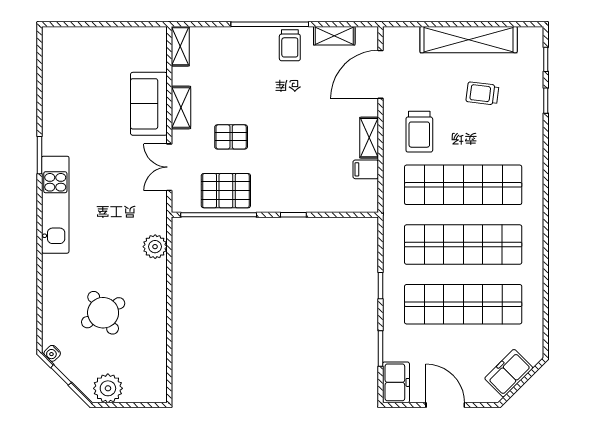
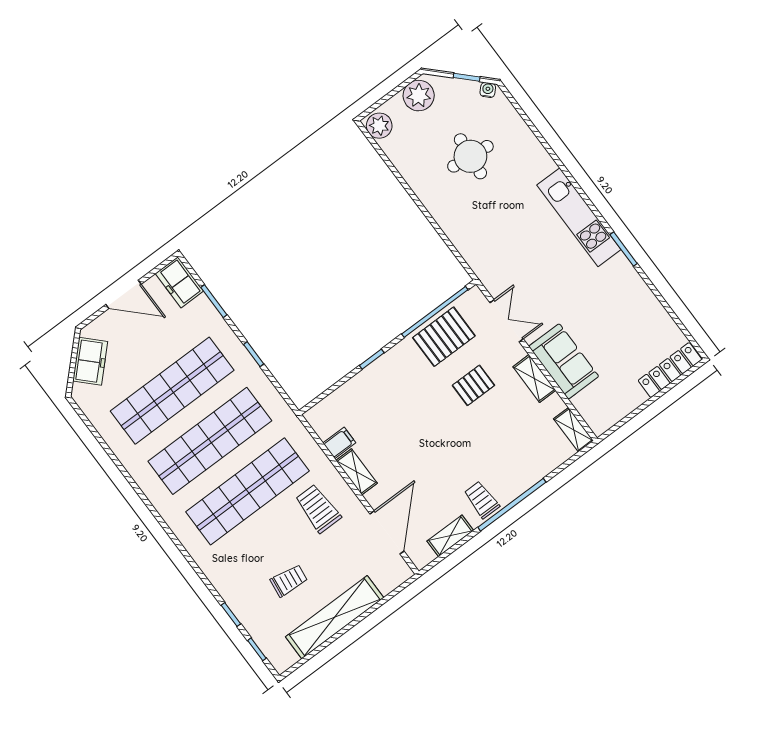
locker: (73, 37) -> (670, 370), added
plant: (155, 247) -> (379, 126), moved
round table: (103, 313) -> (470, 156), turned 37

